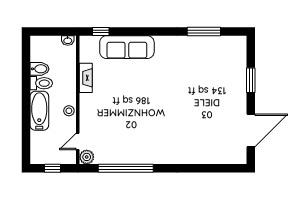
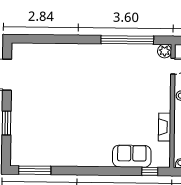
window: (204, 31) -> (35, 170), moved
sofa: (127, 47) -> (132, 156), width x0.73

